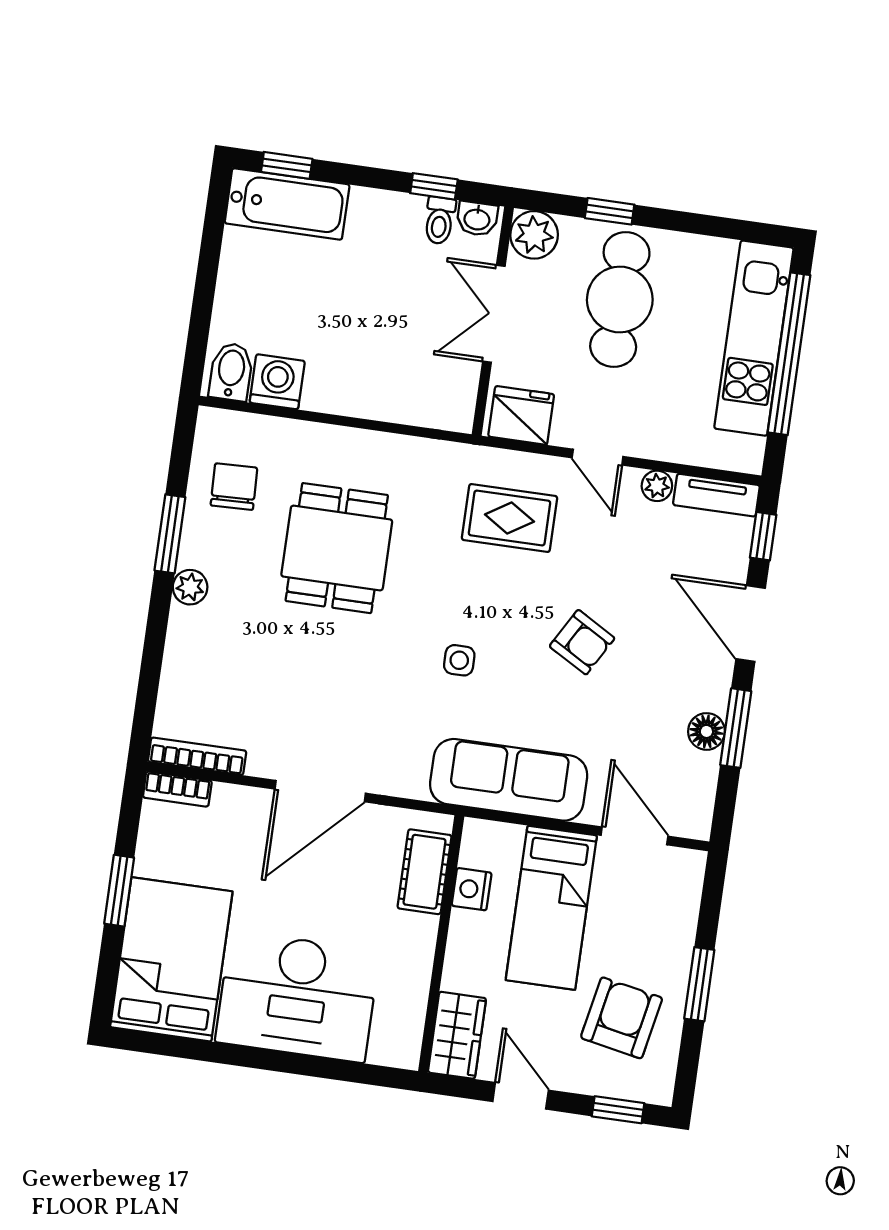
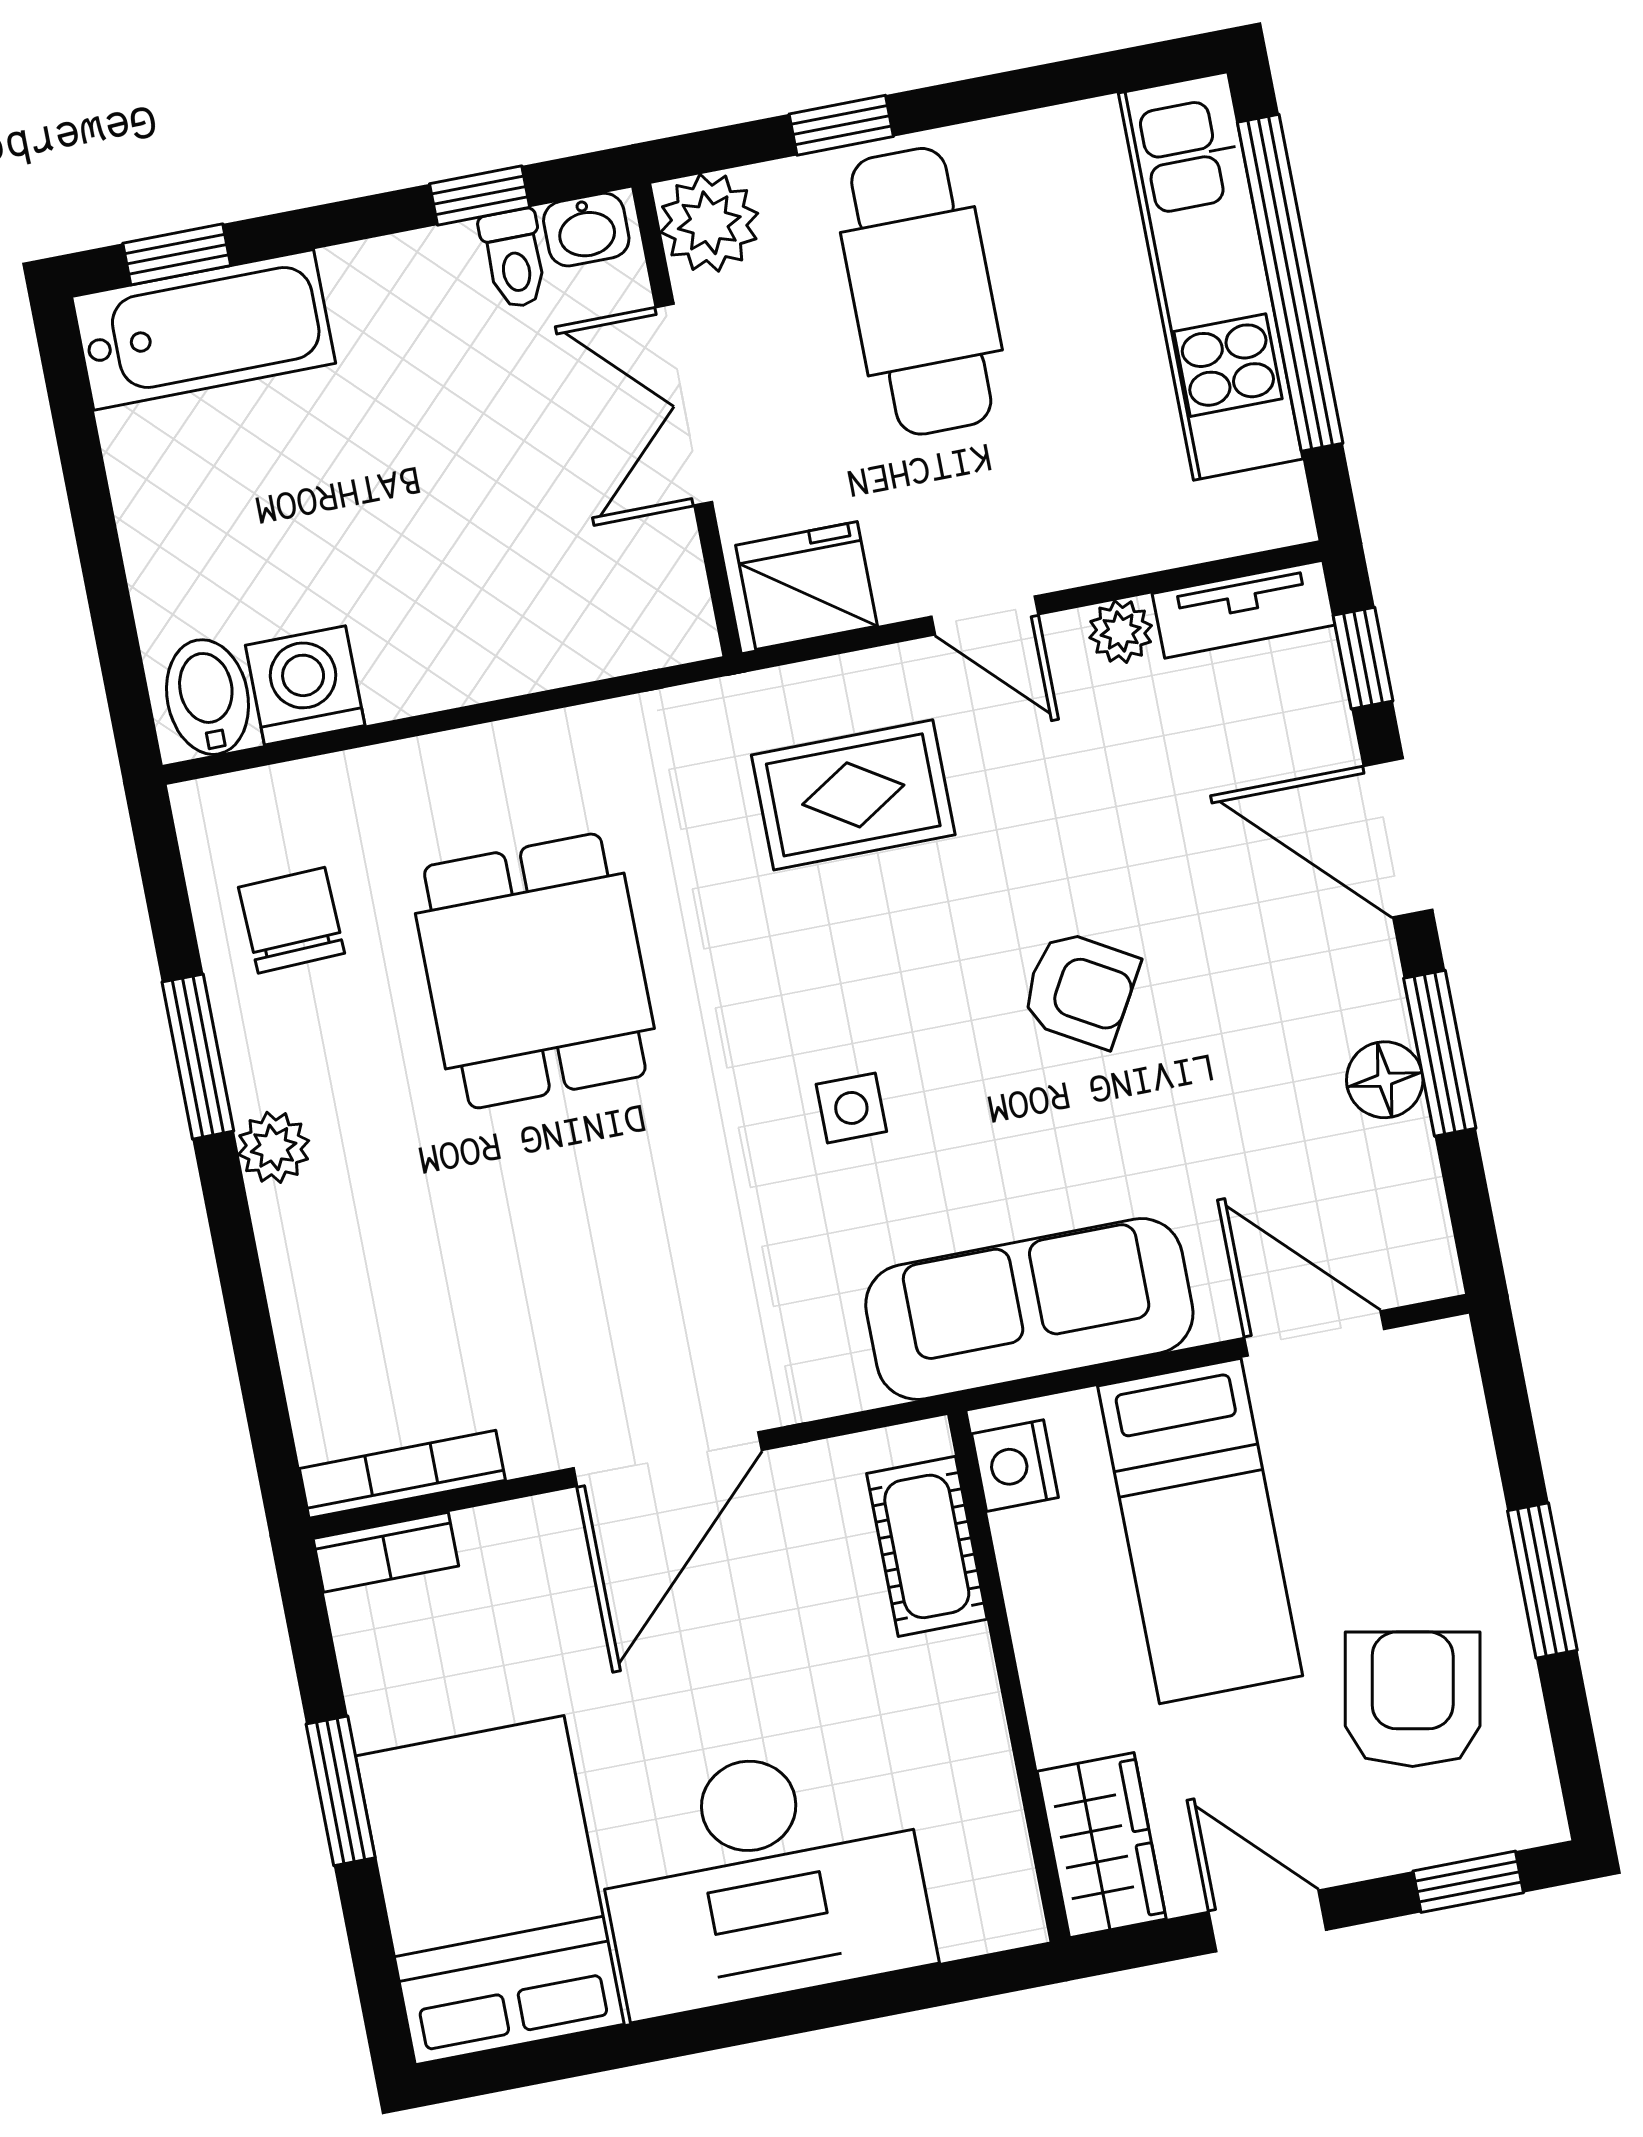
nightstand: (472, 889) -> (1015, 1466), moved

